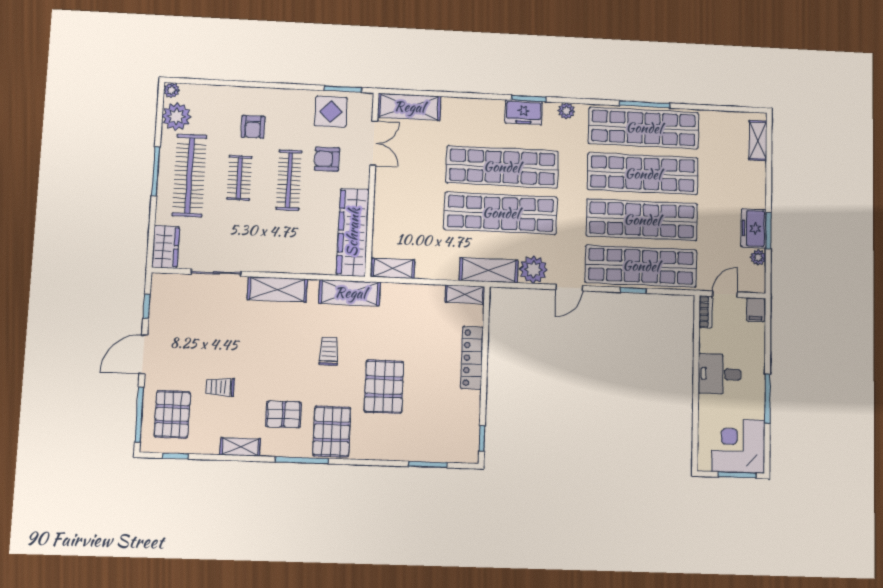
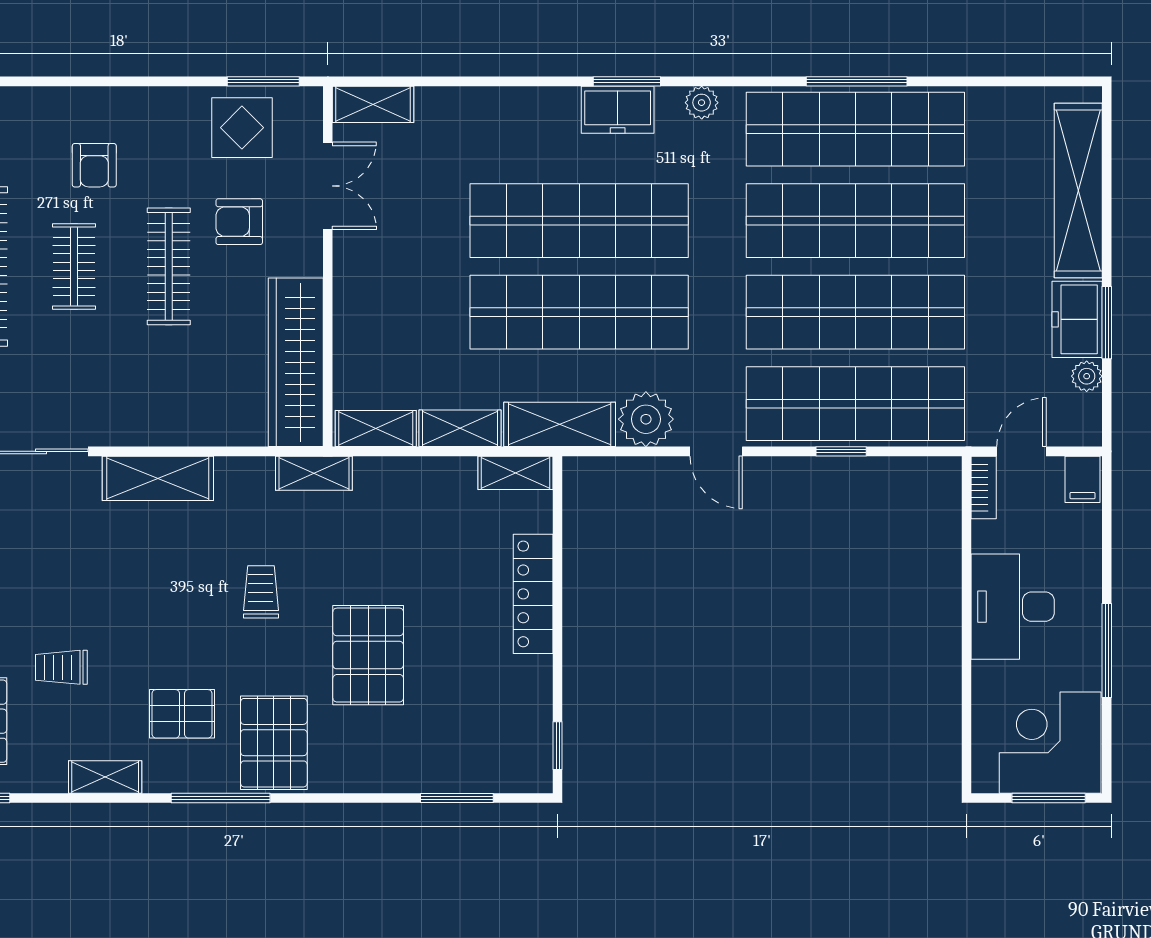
shelving: (409, 107) -> (373, 104), width x0.67, depth x0.75
shelving: (758, 140) -> (1078, 191), width x2.20, depth x1.33
shelving: (437, 270) -> (460, 428), added
door: (569, 288) -> (716, 451), hinge flipped
shelving: (350, 293) -> (314, 473), width x0.67, depth x0.75
desk: (720, 374) -> (1013, 607), width x1.37

